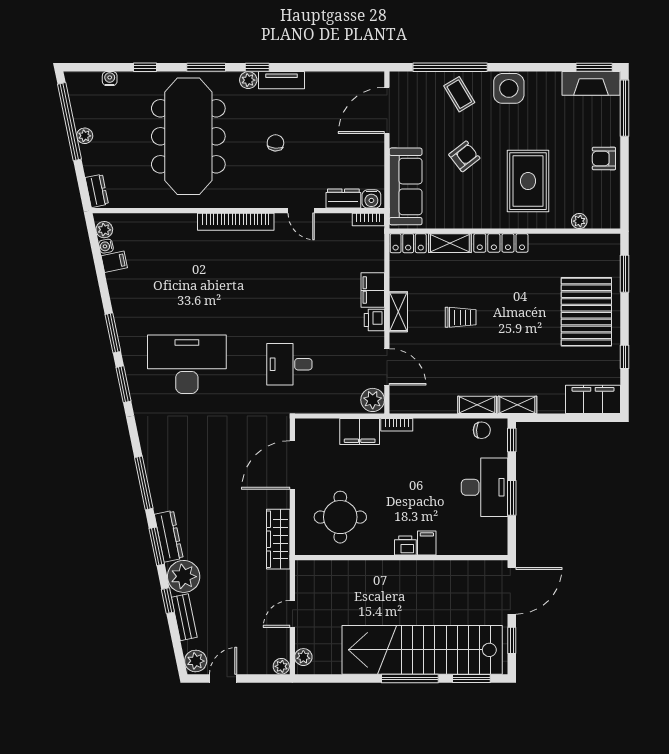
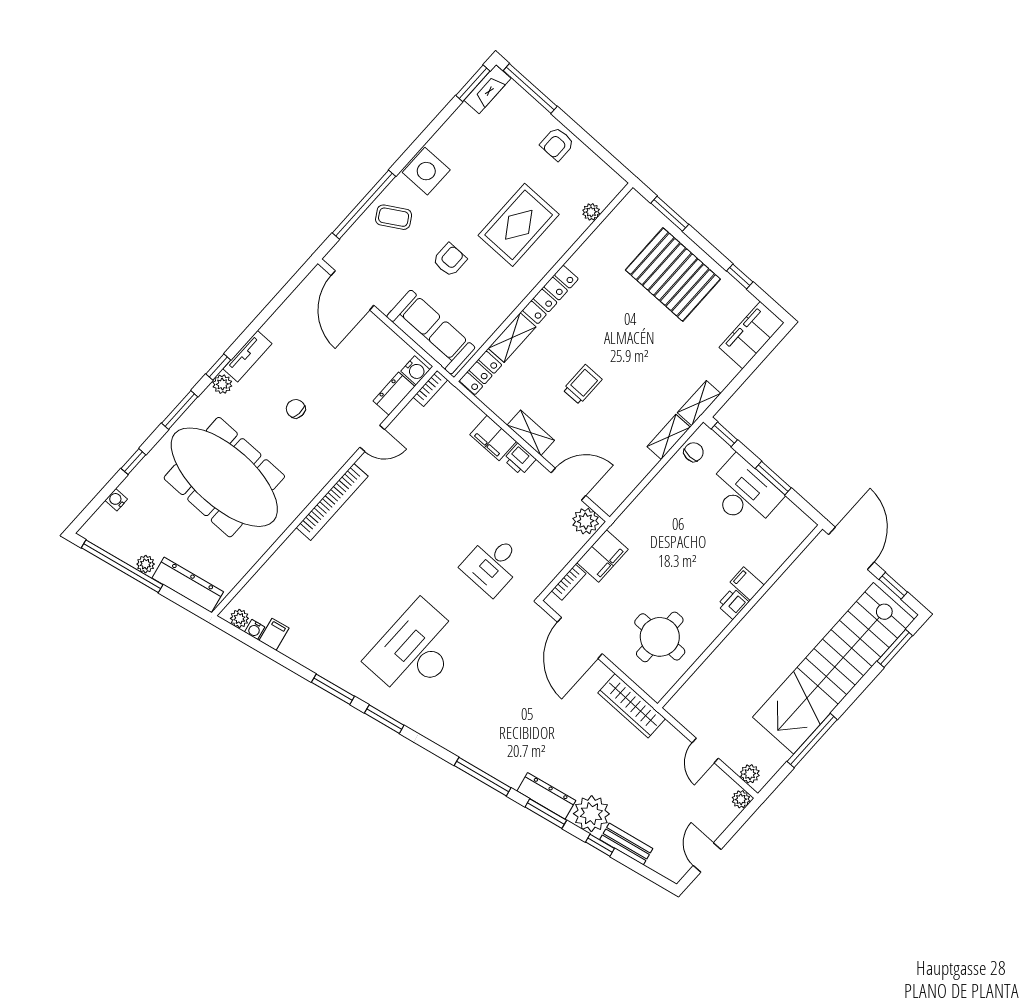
fireplace: (591, 83) -> (487, 89), width x0.73, depth x0.76
armchair: (464, 156) -> (450, 260), turned 38
rug: (528, 181) -> (519, 225), turned 90
dresser: (97, 191) -> (188, 585), width x1.96, depth x1.24
bookcase: (397, 425) -> (569, 582), moved
plant: (196, 661) -> (672, 867), removed
window: (410, 678) -> (812, 740), moved

